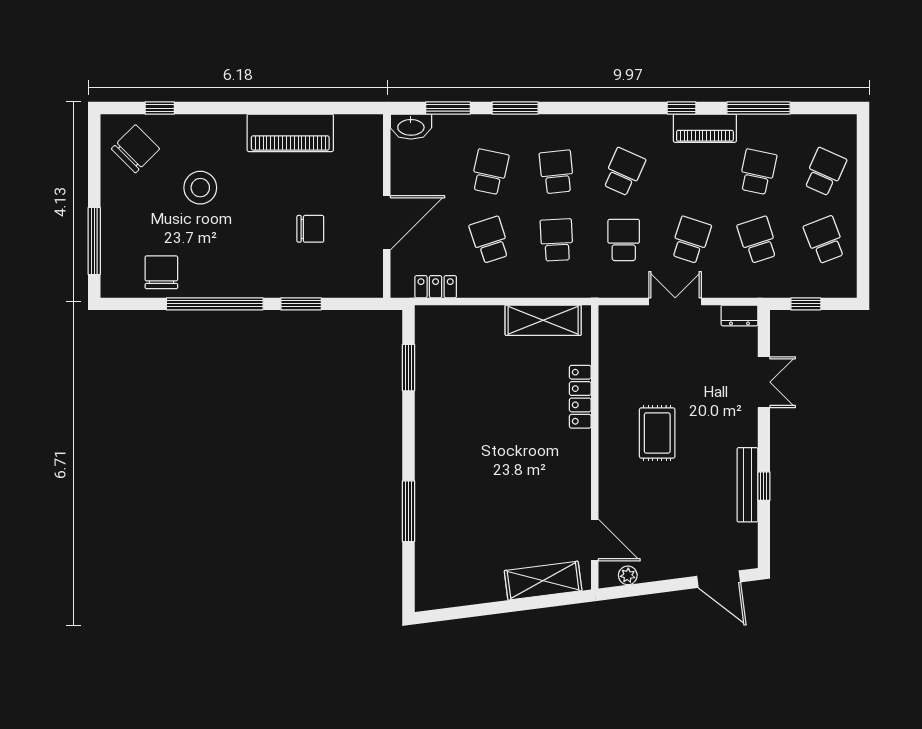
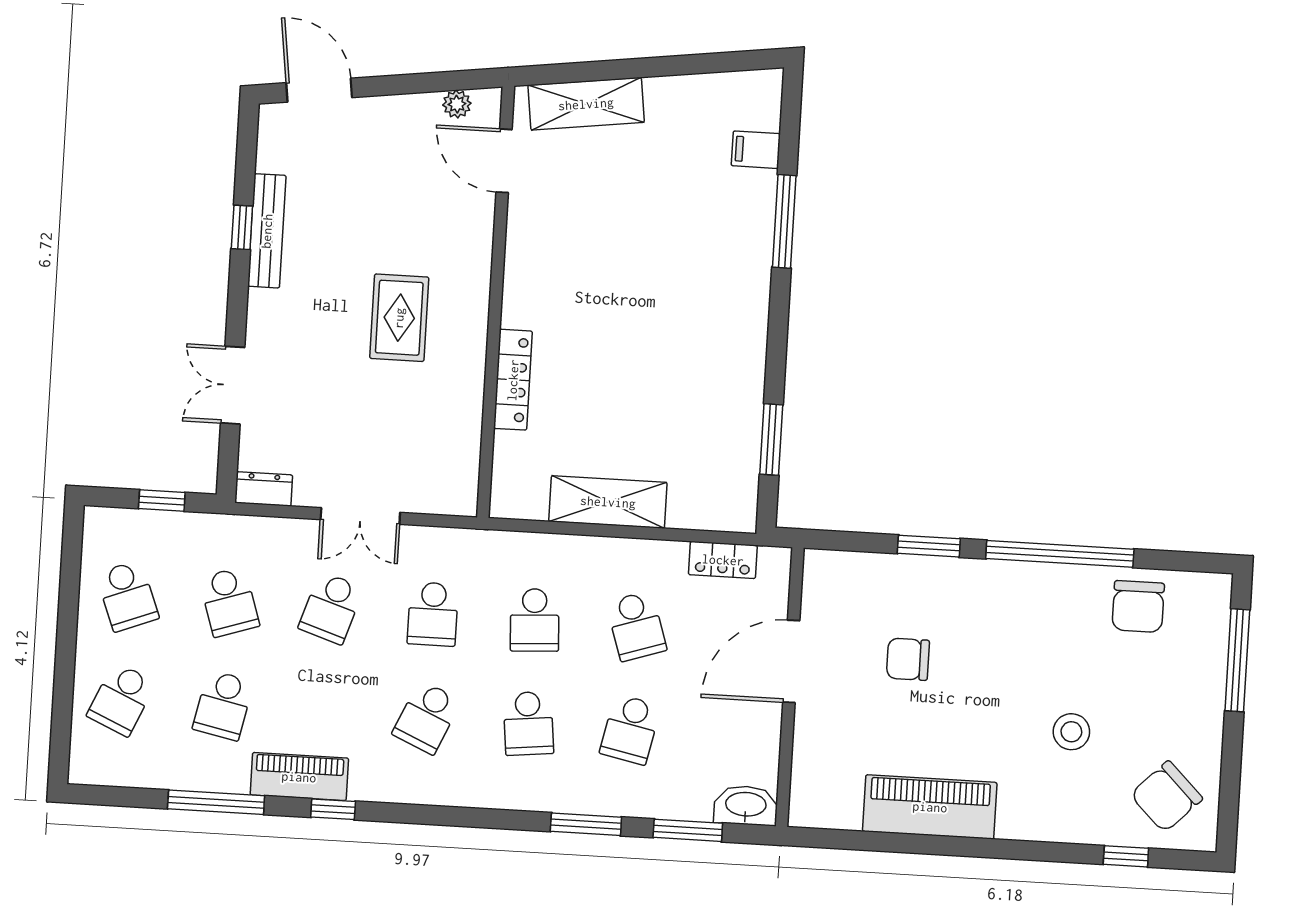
stool: (200, 188) -> (1071, 732), width x0.73, depth x0.73
shelving: (543, 320) -> (608, 502), moved
filing cabinet: (430, 557) -> (756, 150), added

